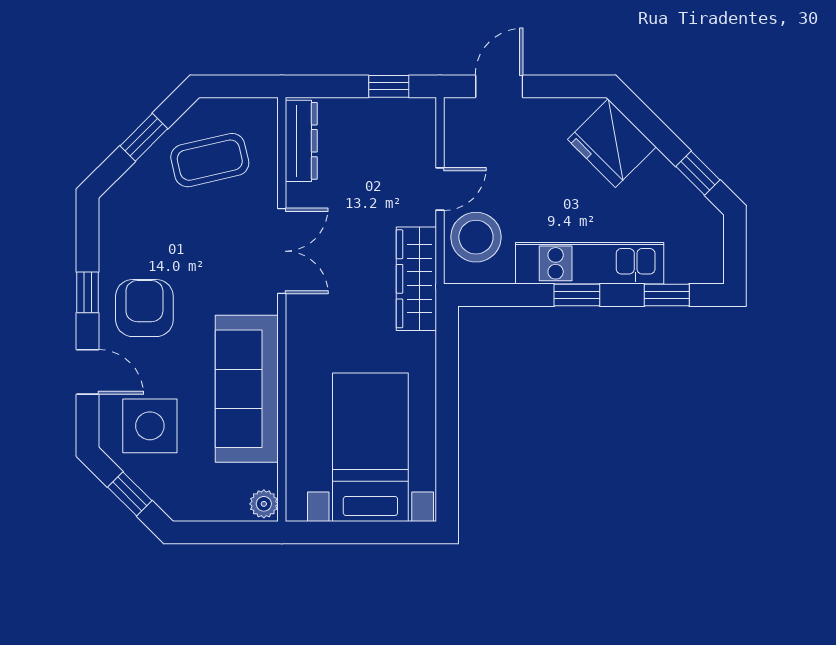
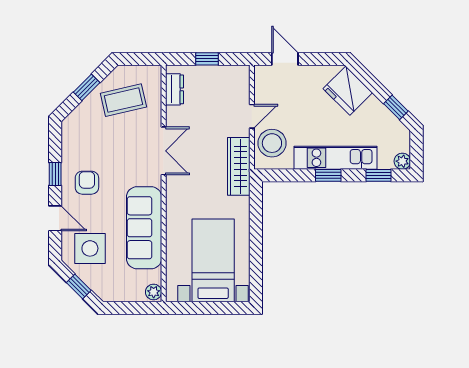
window: (389, 86) -> (207, 59), moved
door: (499, 86) -> (285, 59), hinge flipped
dresser: (301, 141) -> (174, 89), width x0.70
plant: (709, 270) -> (402, 161), added
armchair: (144, 308) -> (87, 183), width x0.72, depth x0.72

